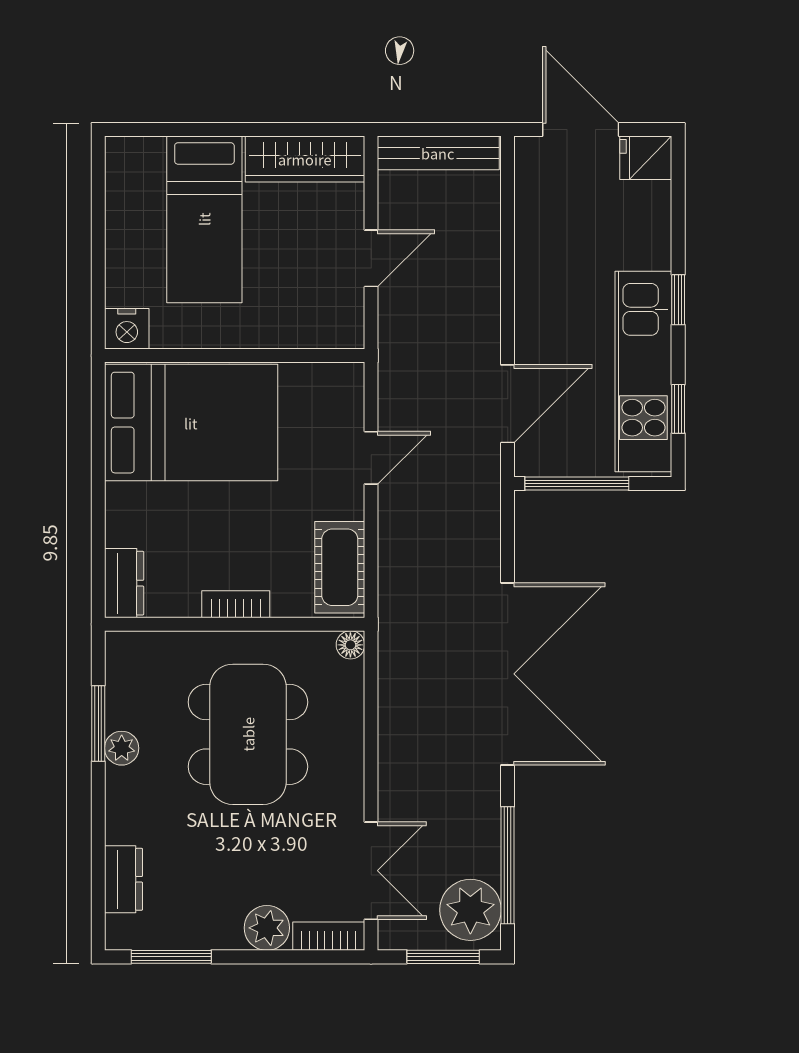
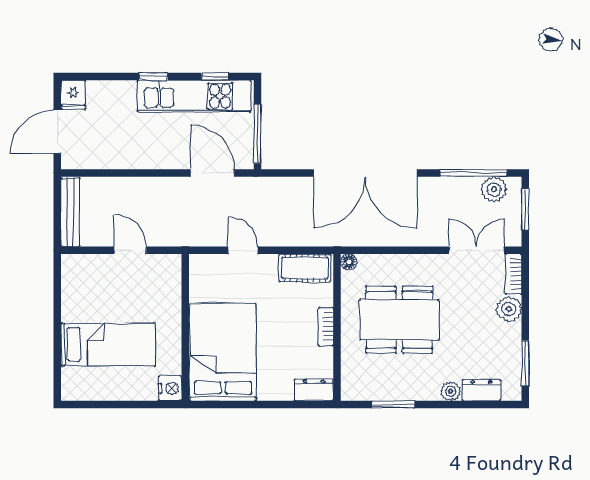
wardrobe: (305, 159) -> (74, 288), removed
double door: (508, 674) -> (365, 173), swing flipped
plant: (122, 748) -> (451, 391), moved
plant: (470, 910) -> (494, 189), width x0.73, depth x0.73

